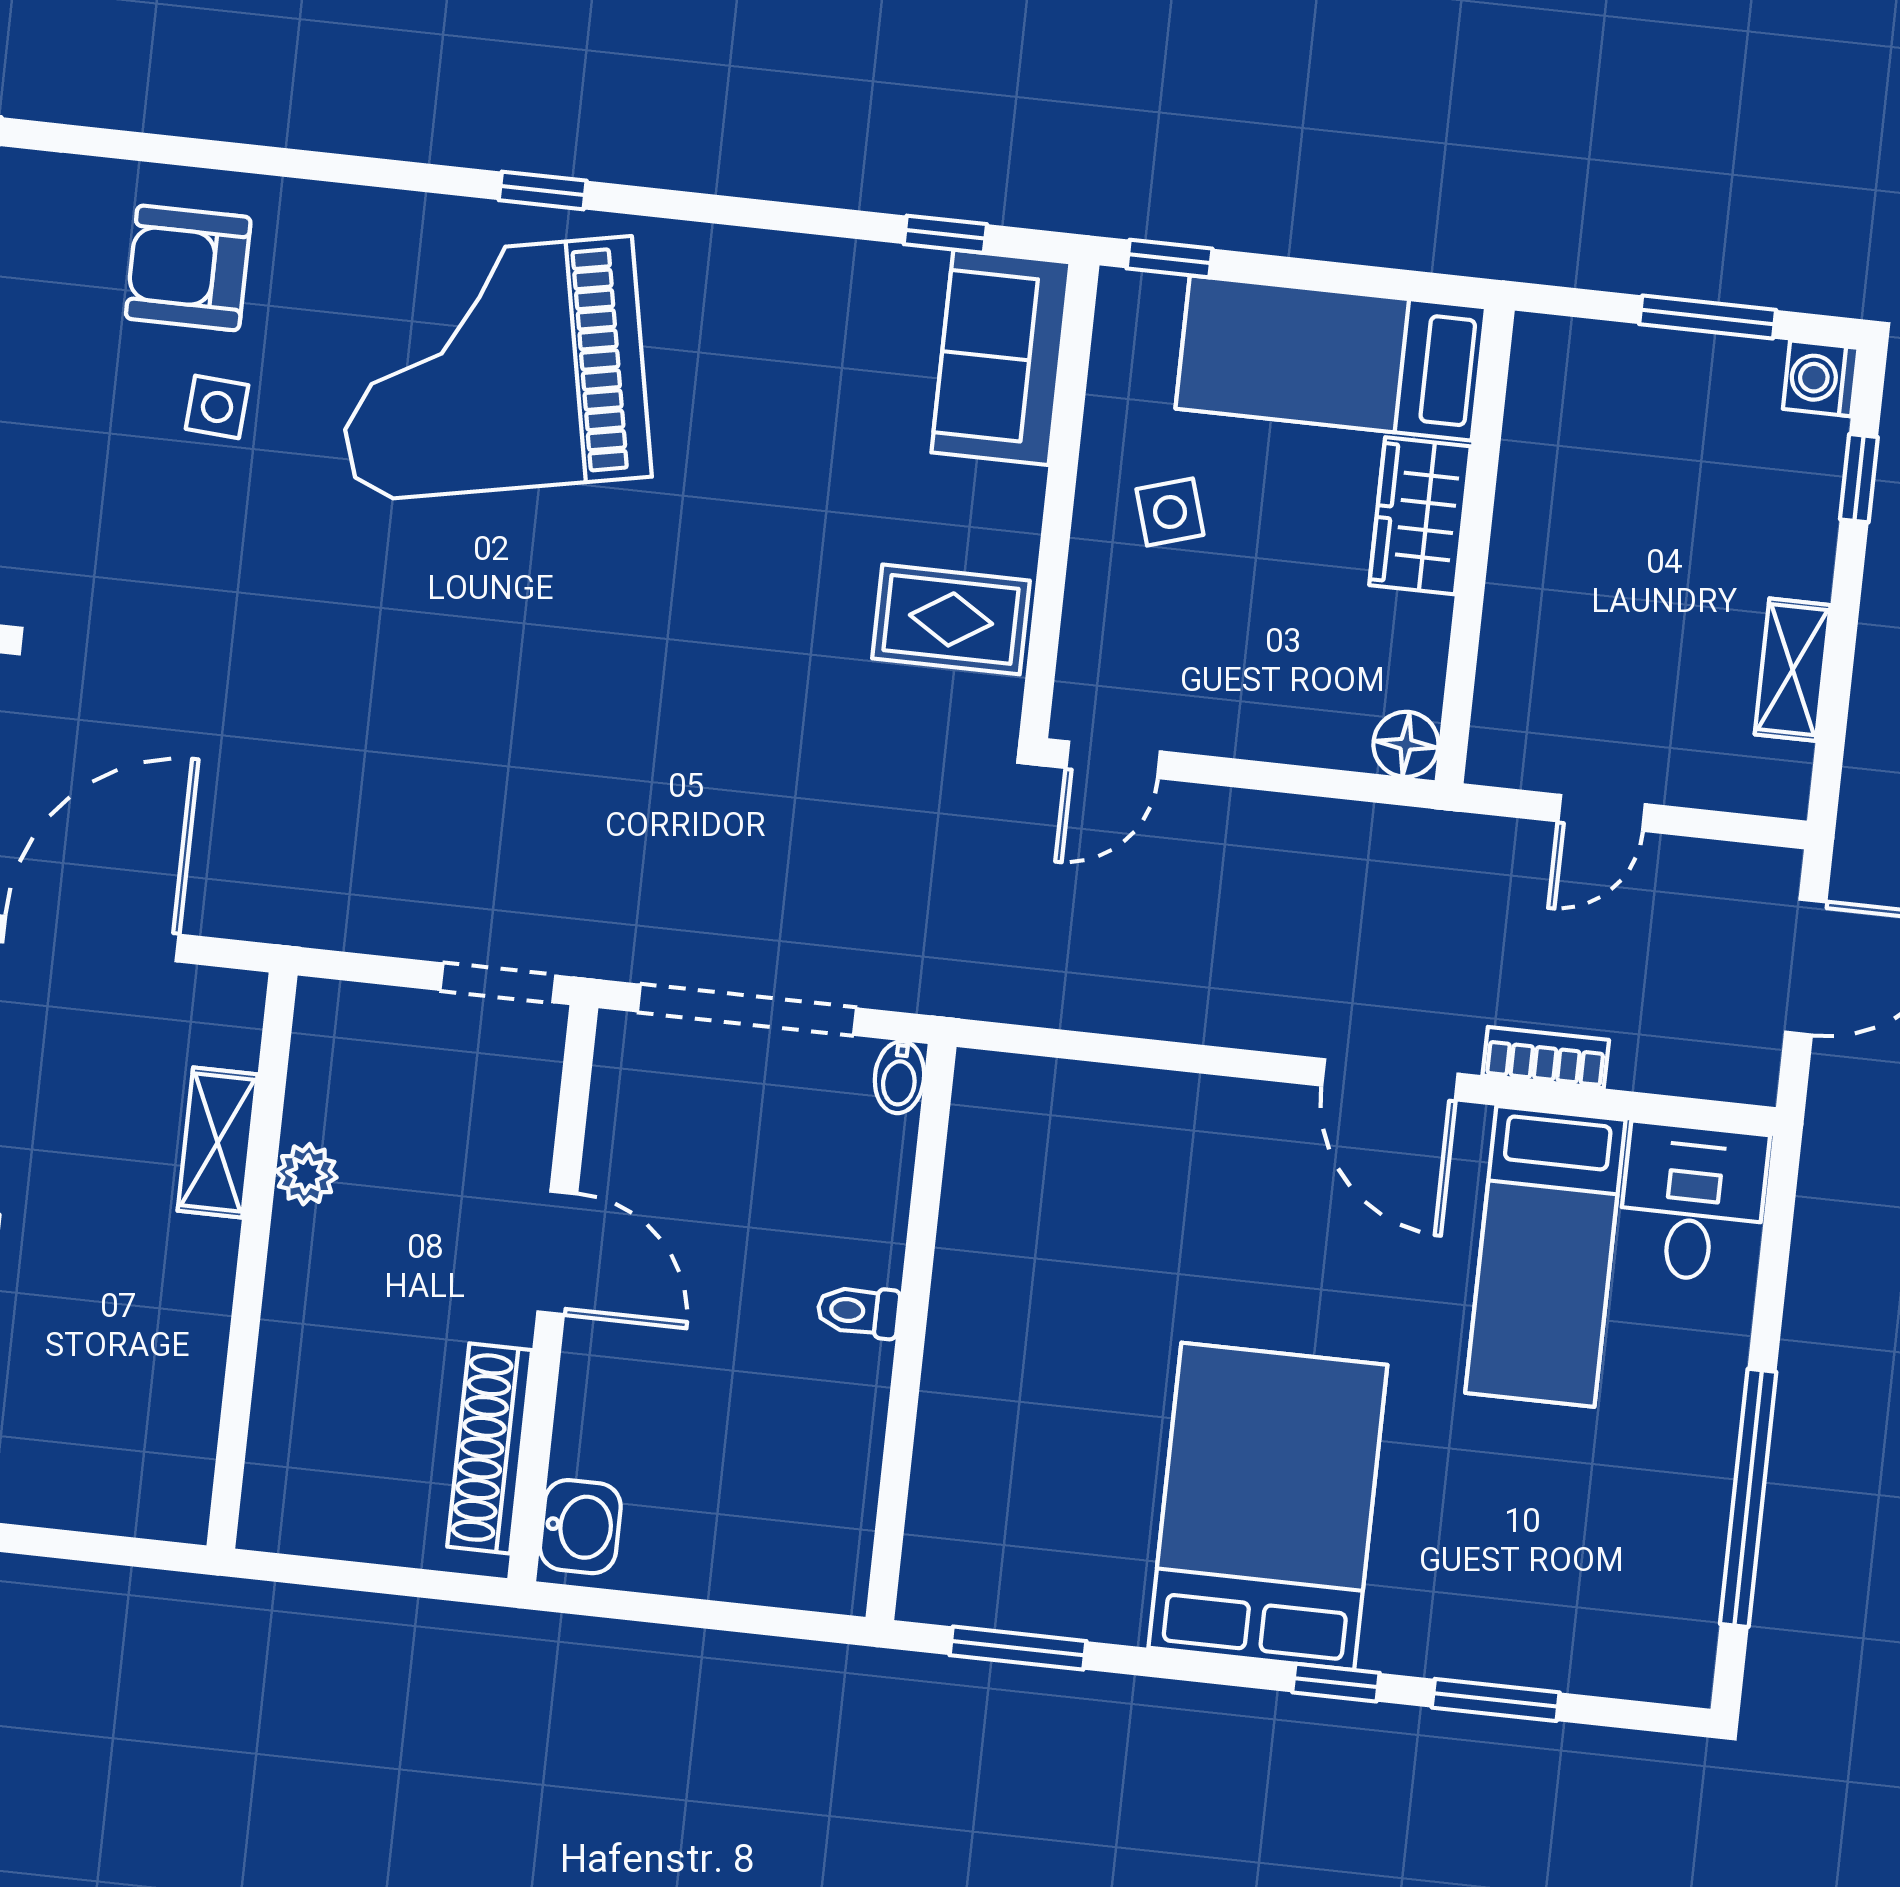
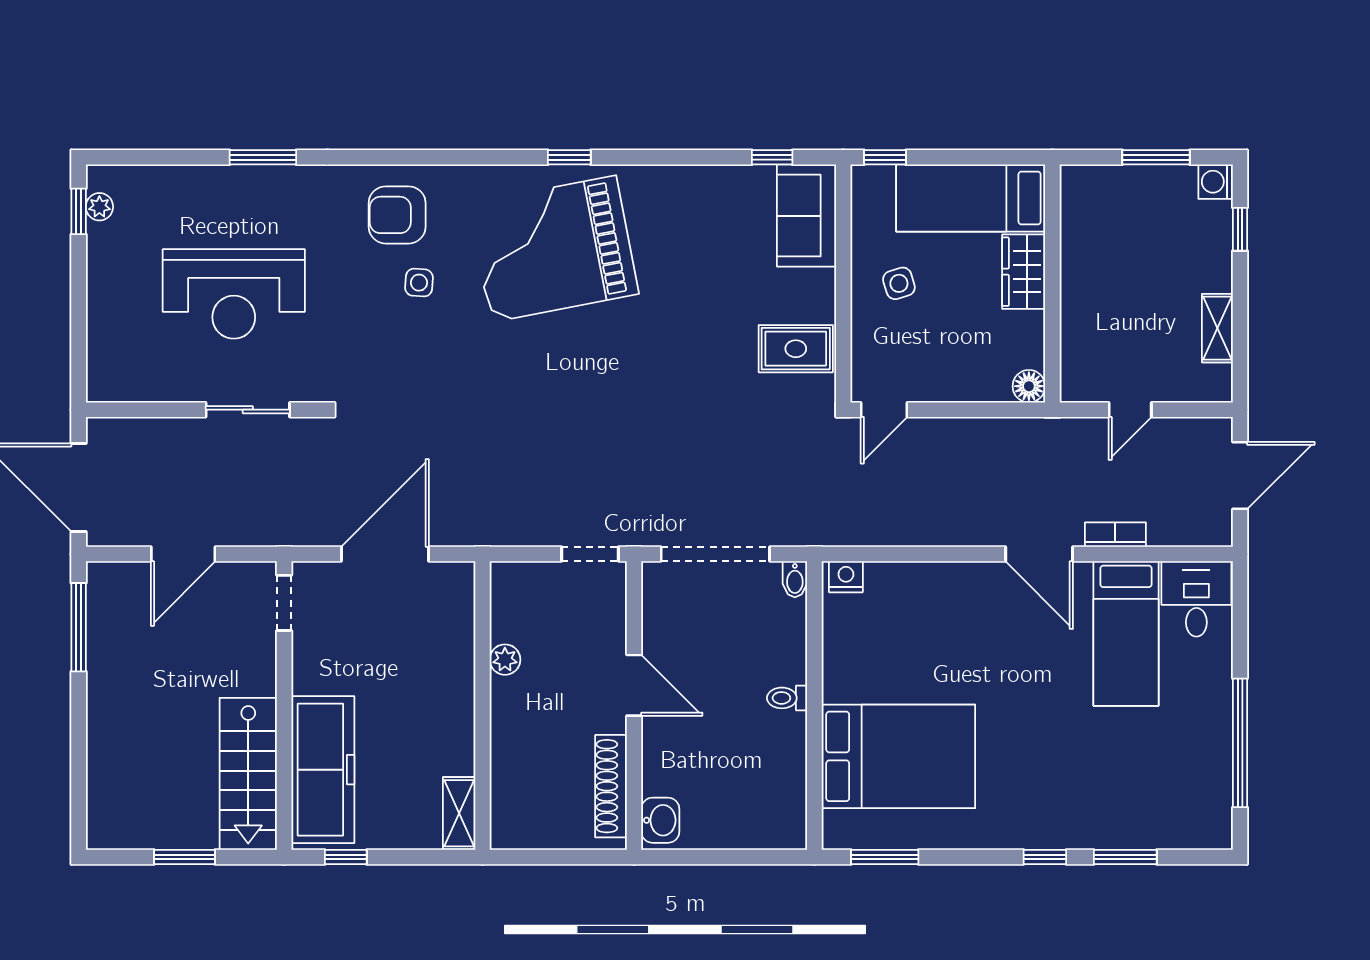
nightstand: (1001, 1083) -> (846, 577), added
shelving: (218, 1142) -> (459, 813), moved
bed: (1268, 1506) -> (898, 756), moved, turned 90

